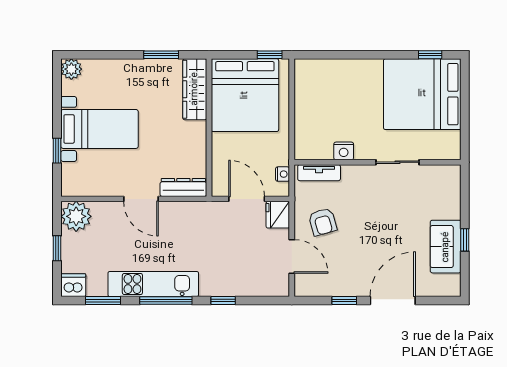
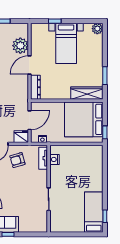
bed: (422, 94) -> (94, 212), width x0.49
nightstand: (344, 151) -> (55, 159), moved
plant: (76, 216) -> (20, 46), moved

